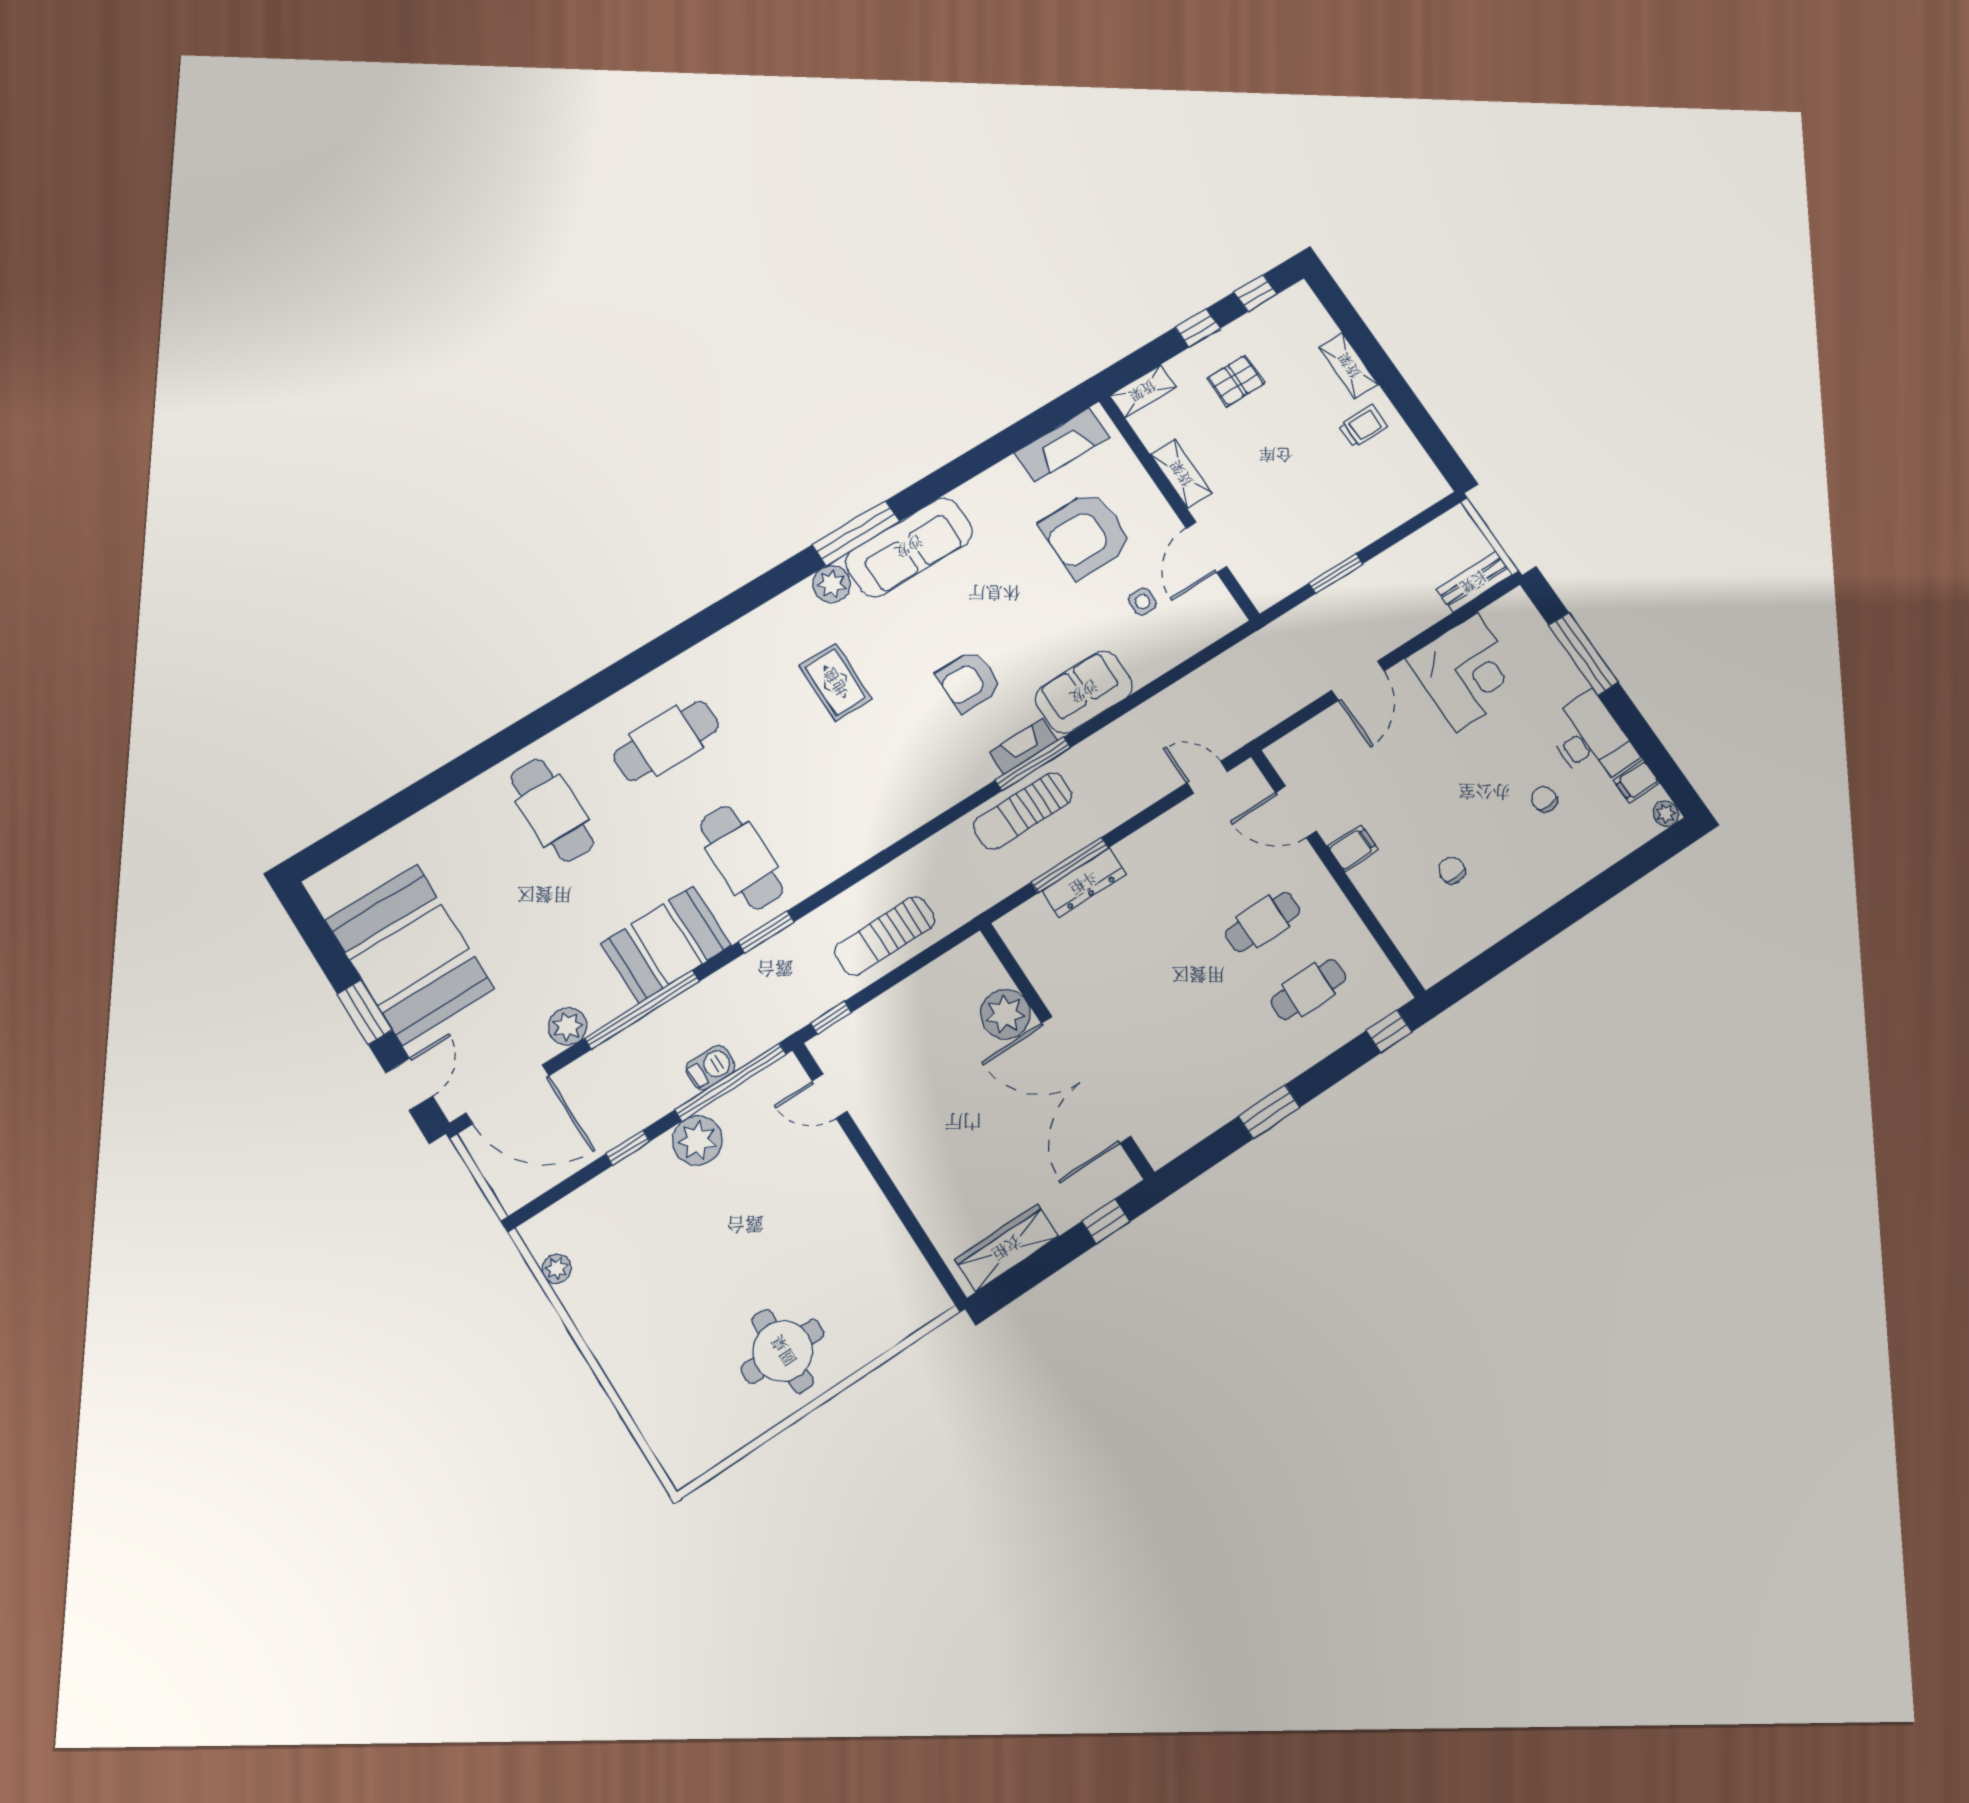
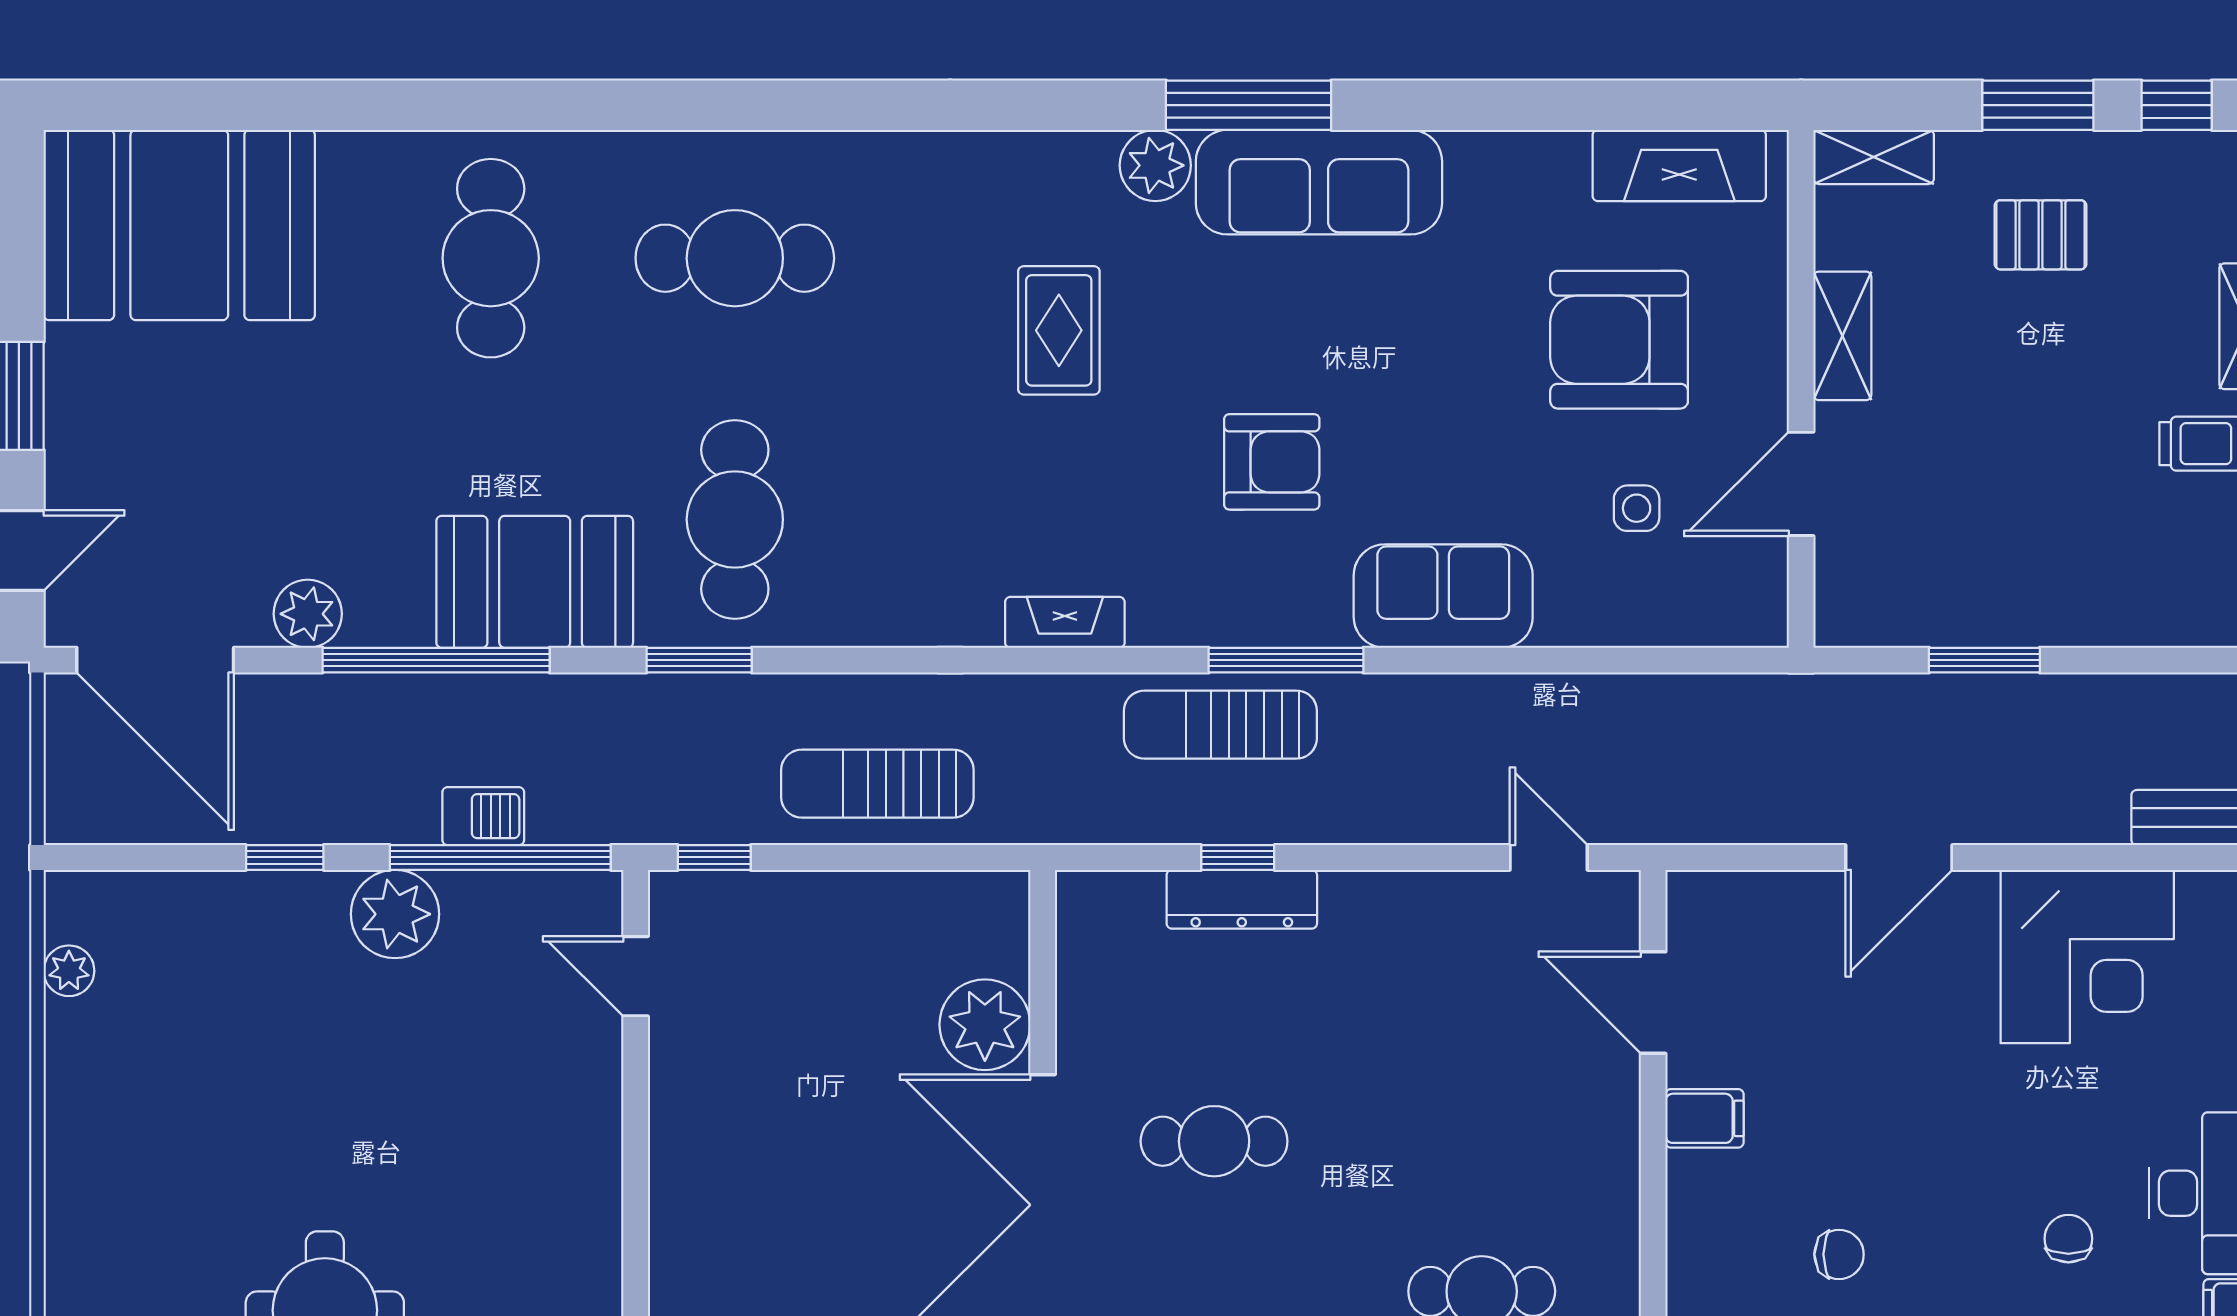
window: (1198, 328) -> (2038, 105), width x1.50
armchair: (969, 681) -> (1272, 462), turned 180
fireplace: (1023, 746) -> (1065, 622), moved
window: (1070, 865) -> (1238, 857), width x0.46
chair: (1452, 870) -> (1839, 1254), turned 90
cafe table: (1263, 922) -> (1214, 1141), moved
booth: (410, 954) -> (179, 225), moved, turned 90

